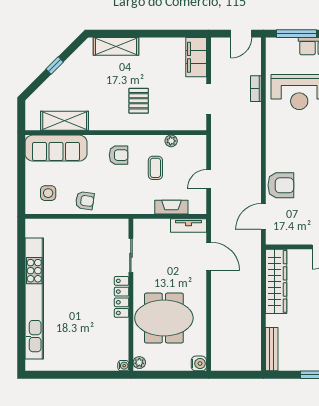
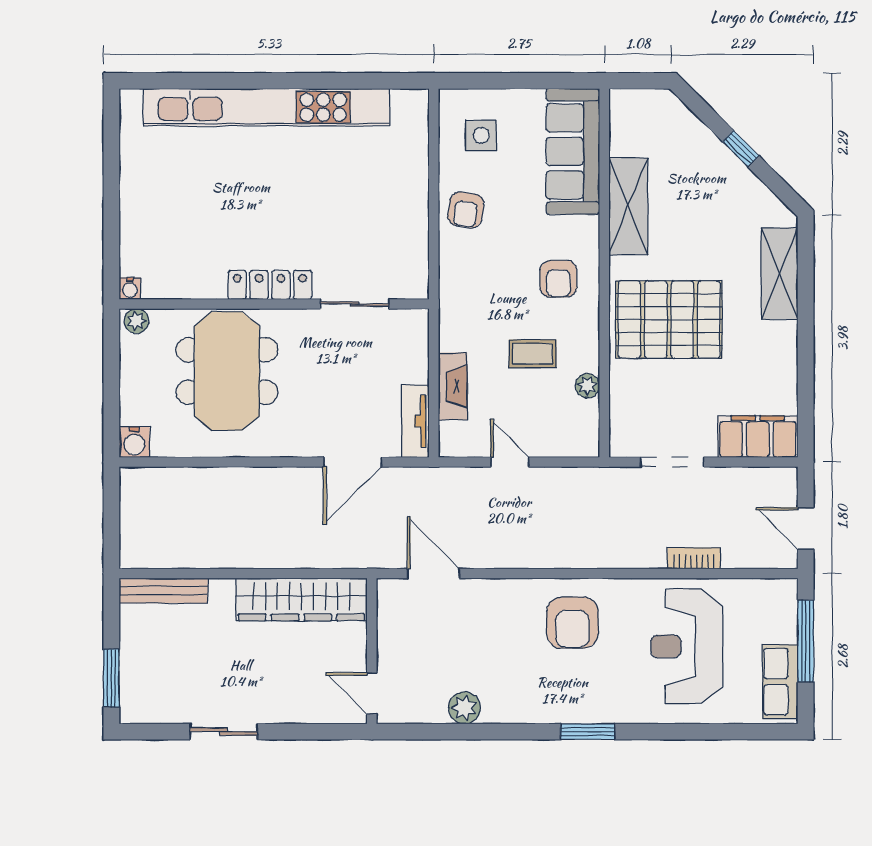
pallet: (139, 101) -> (669, 320), width x2.05, depth x2.00
shelving: (65, 121) -> (628, 206), moved
armchair: (281, 185) -> (572, 623), moved

